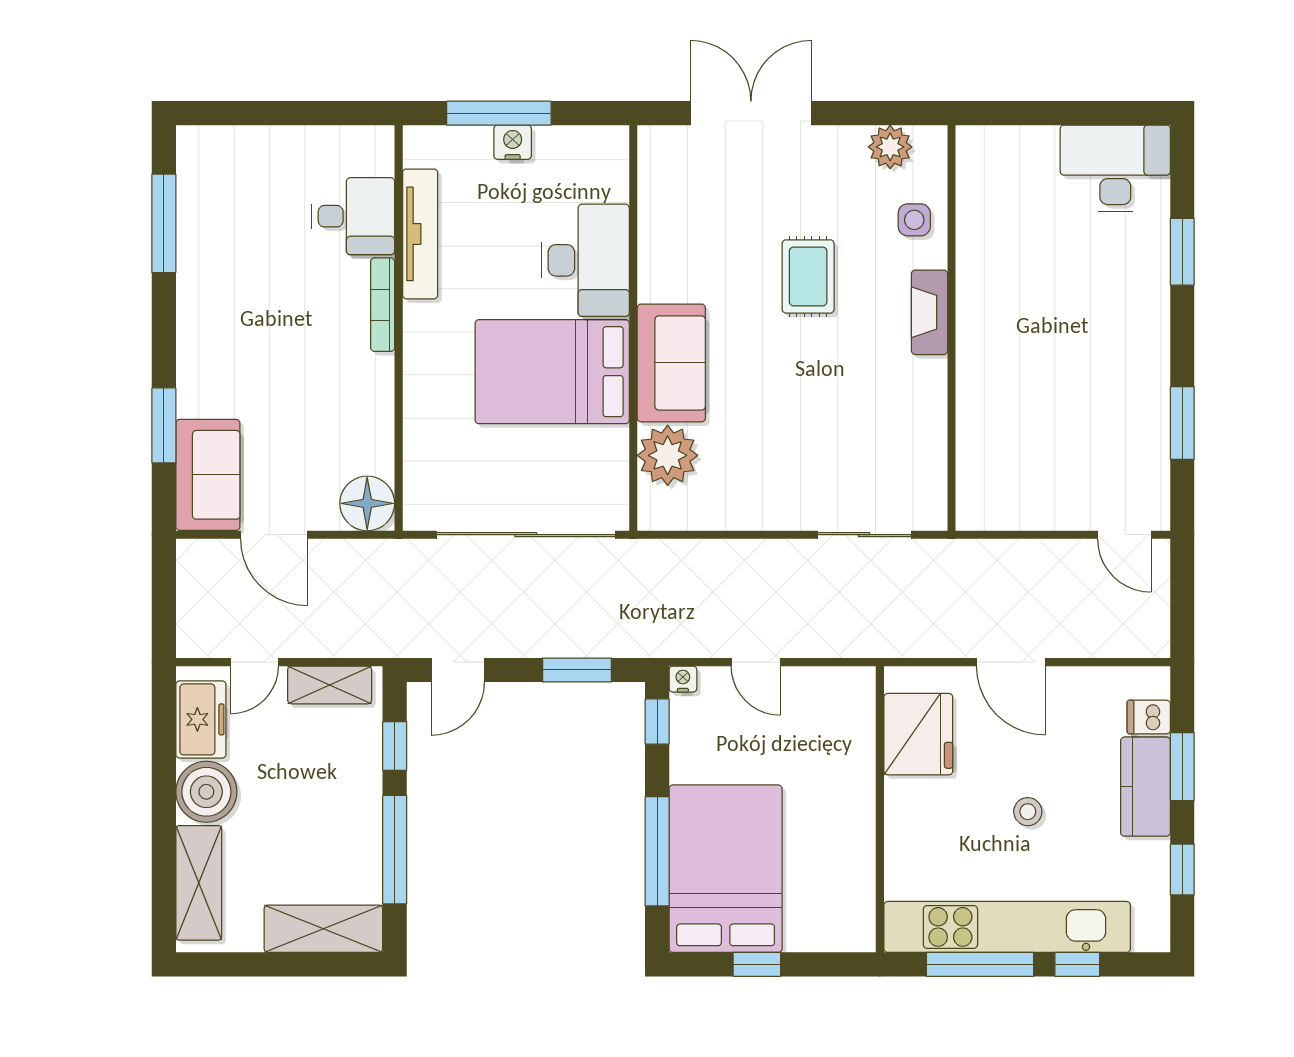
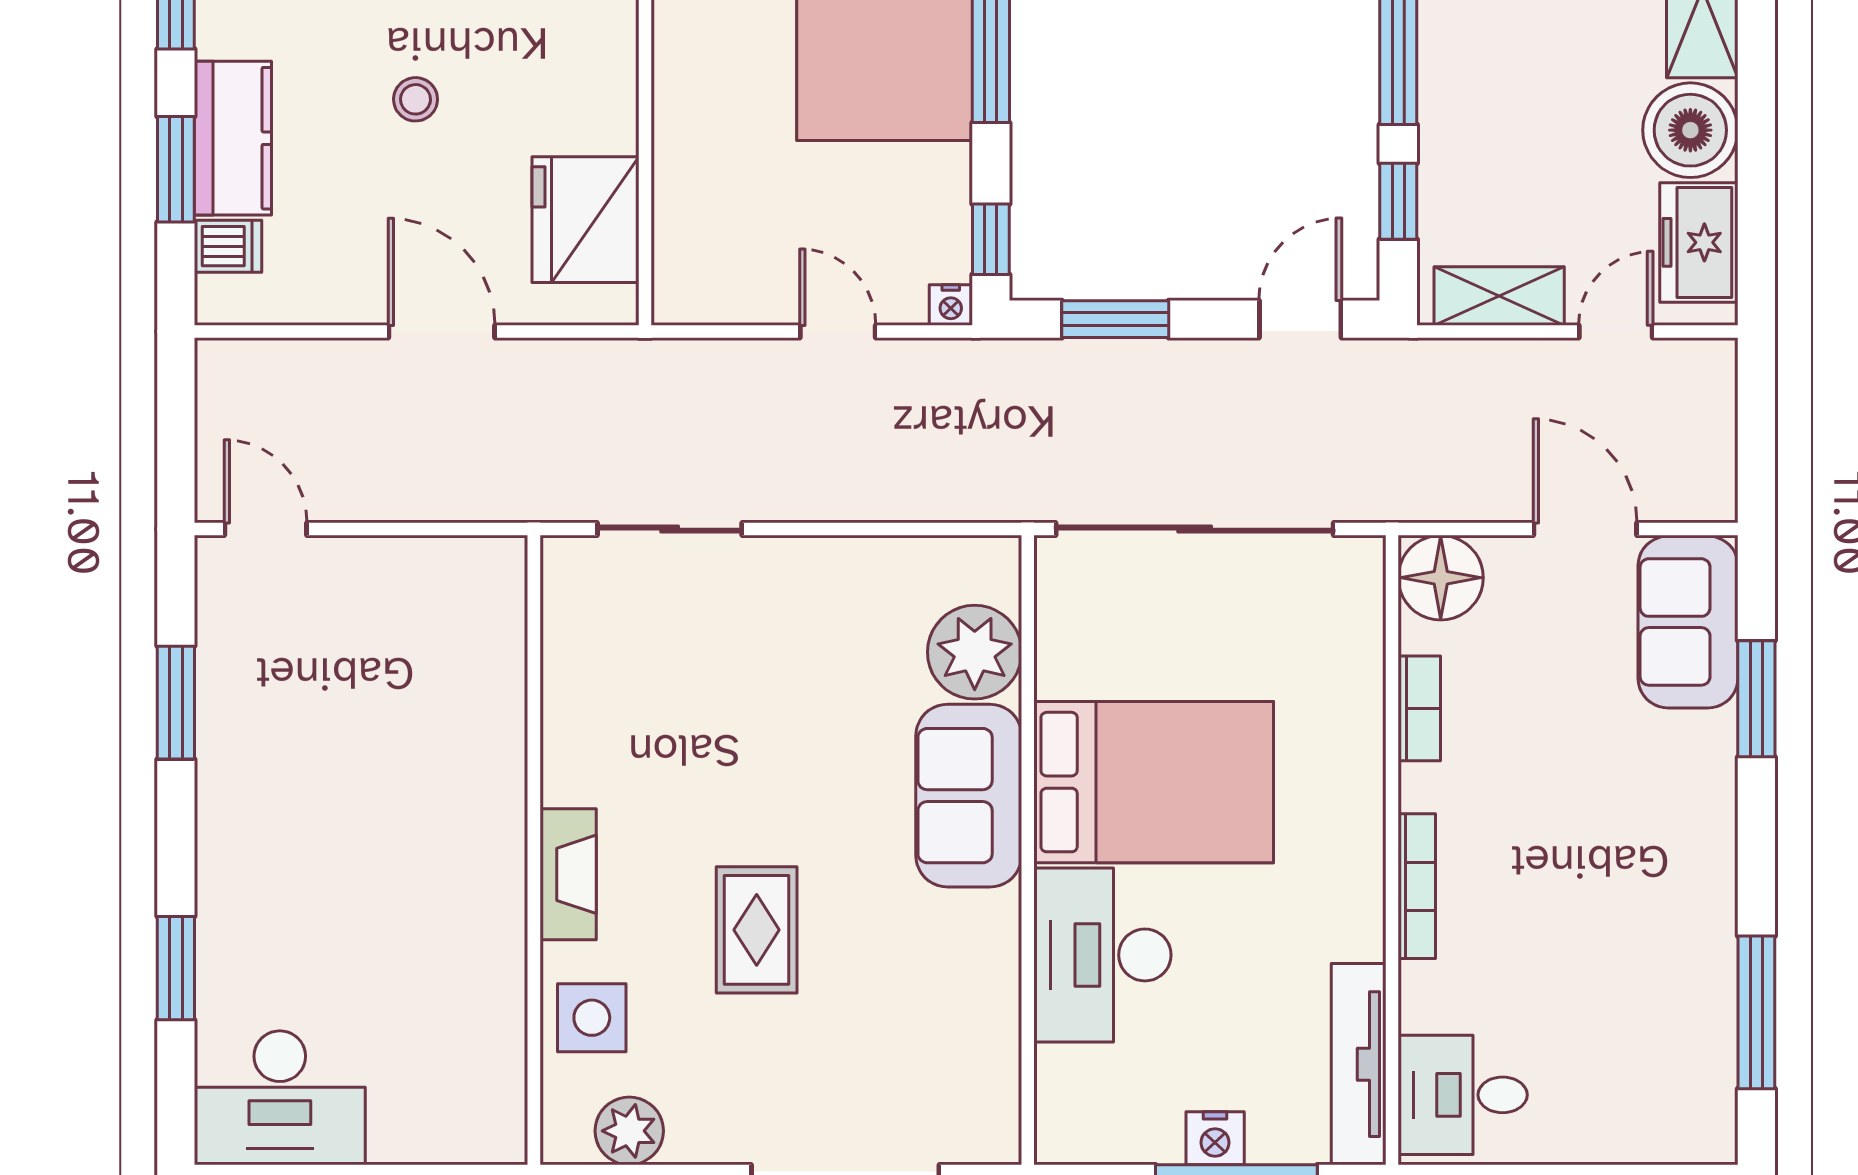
desk: (353, 216) -> (1463, 1095), moved
side table: (914, 220) -> (592, 1018), width x1.37, depth x1.37
tv unit: (420, 234) -> (1359, 1064), moved
bookcase: (381, 419) -> (1419, 708), added

